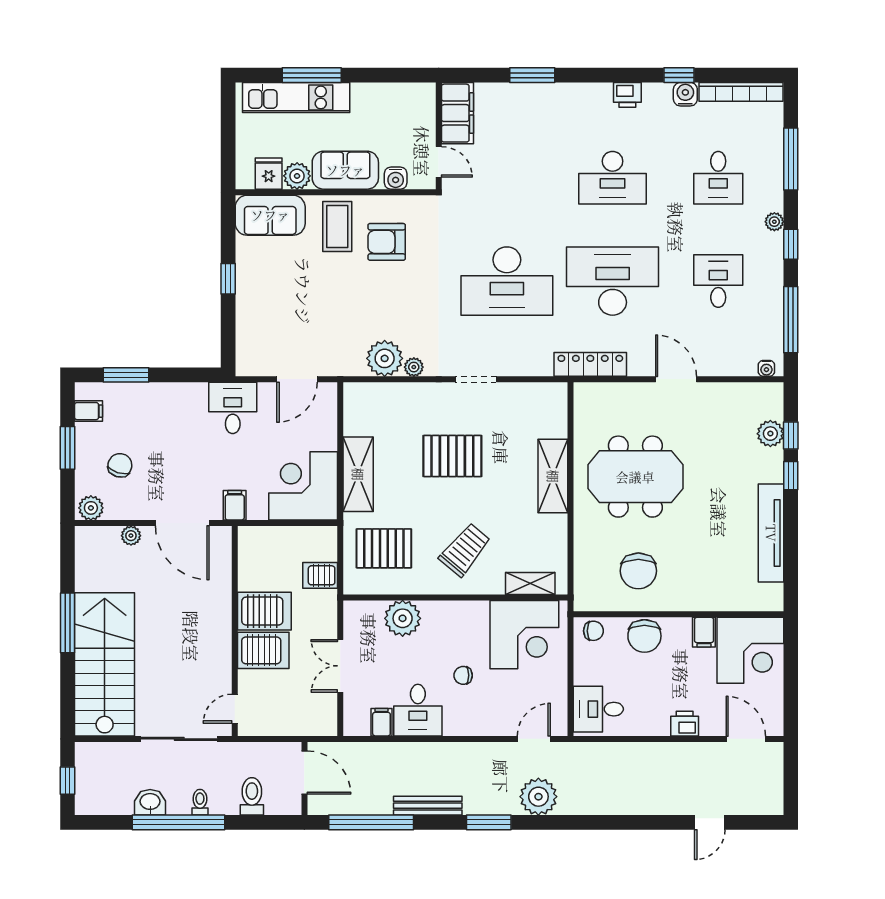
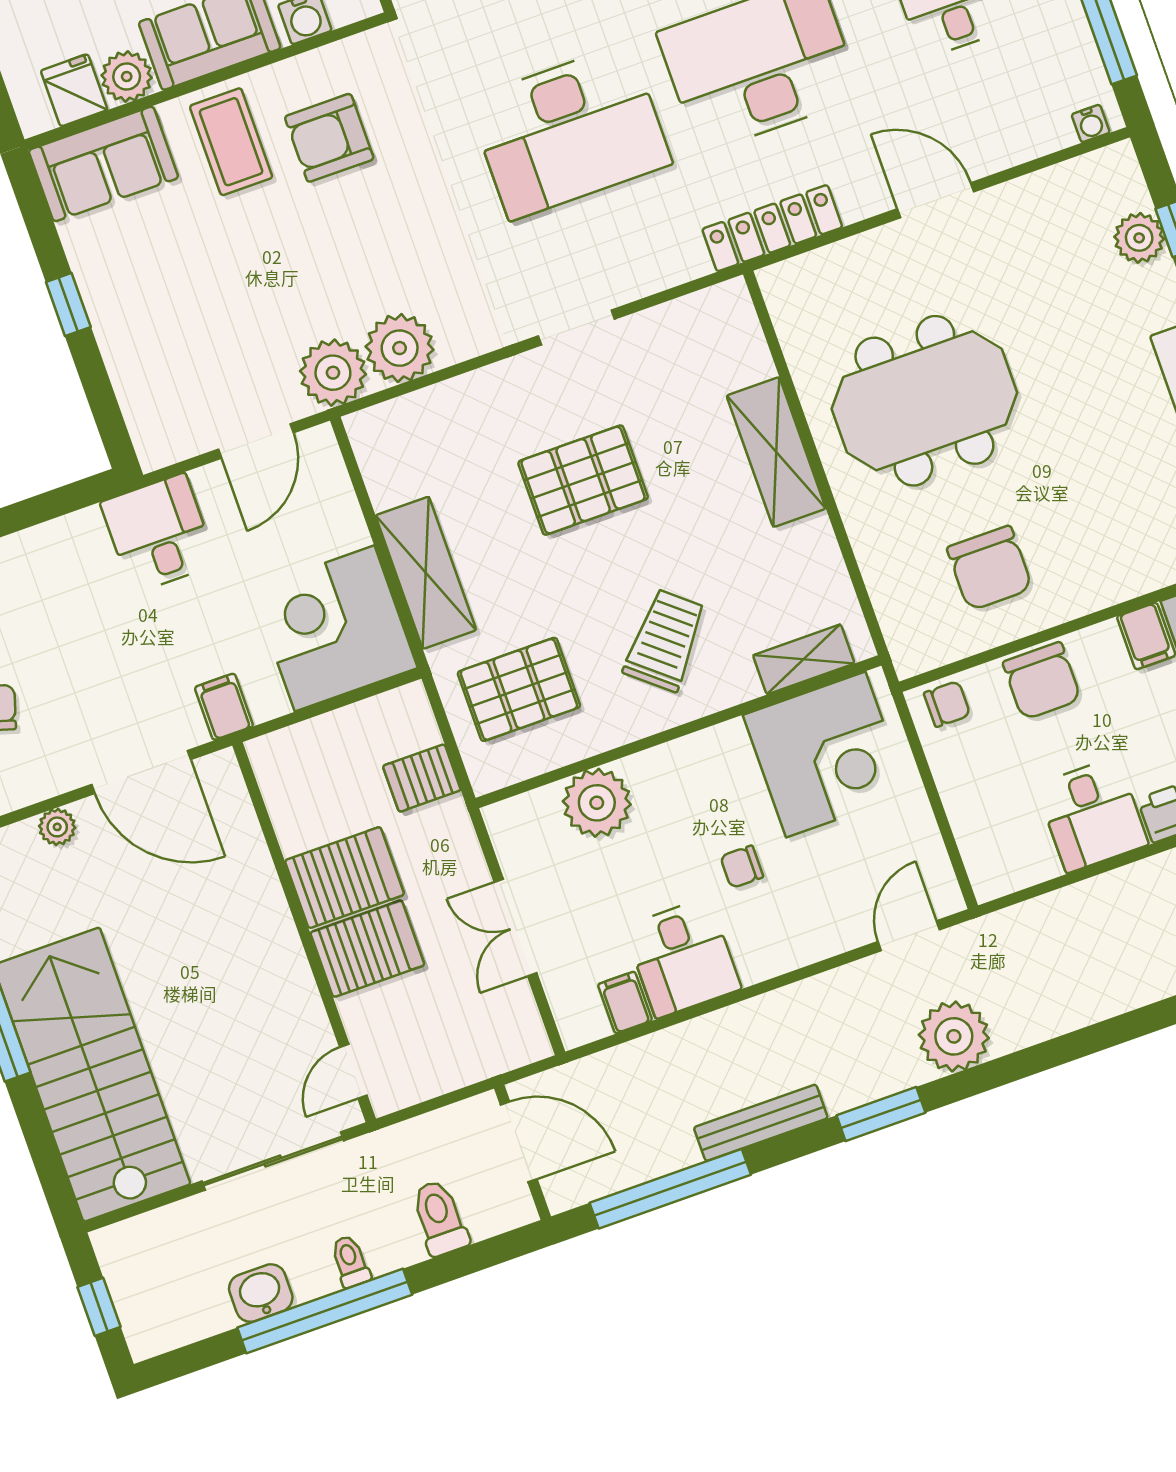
plant: (414, 367) -> (333, 373), moved, width x1.88, depth x1.88
desk: (598, 709) -> (1092, 815), moved, turned -90

